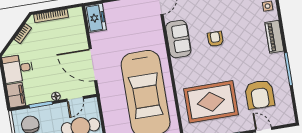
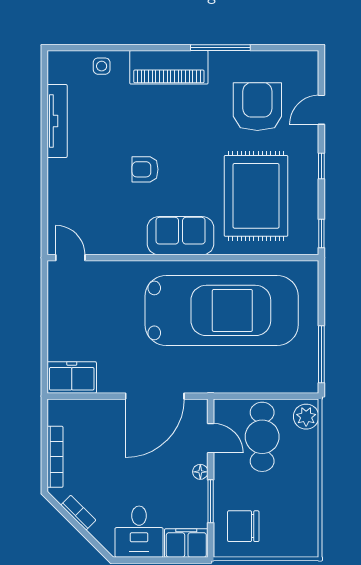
piano: (274, 37) -> (169, 67), width x1.37, depth x1.33
sofa: (178, 39) -> (181, 236), moved
armchair: (260, 94) -> (257, 107), turned -90

